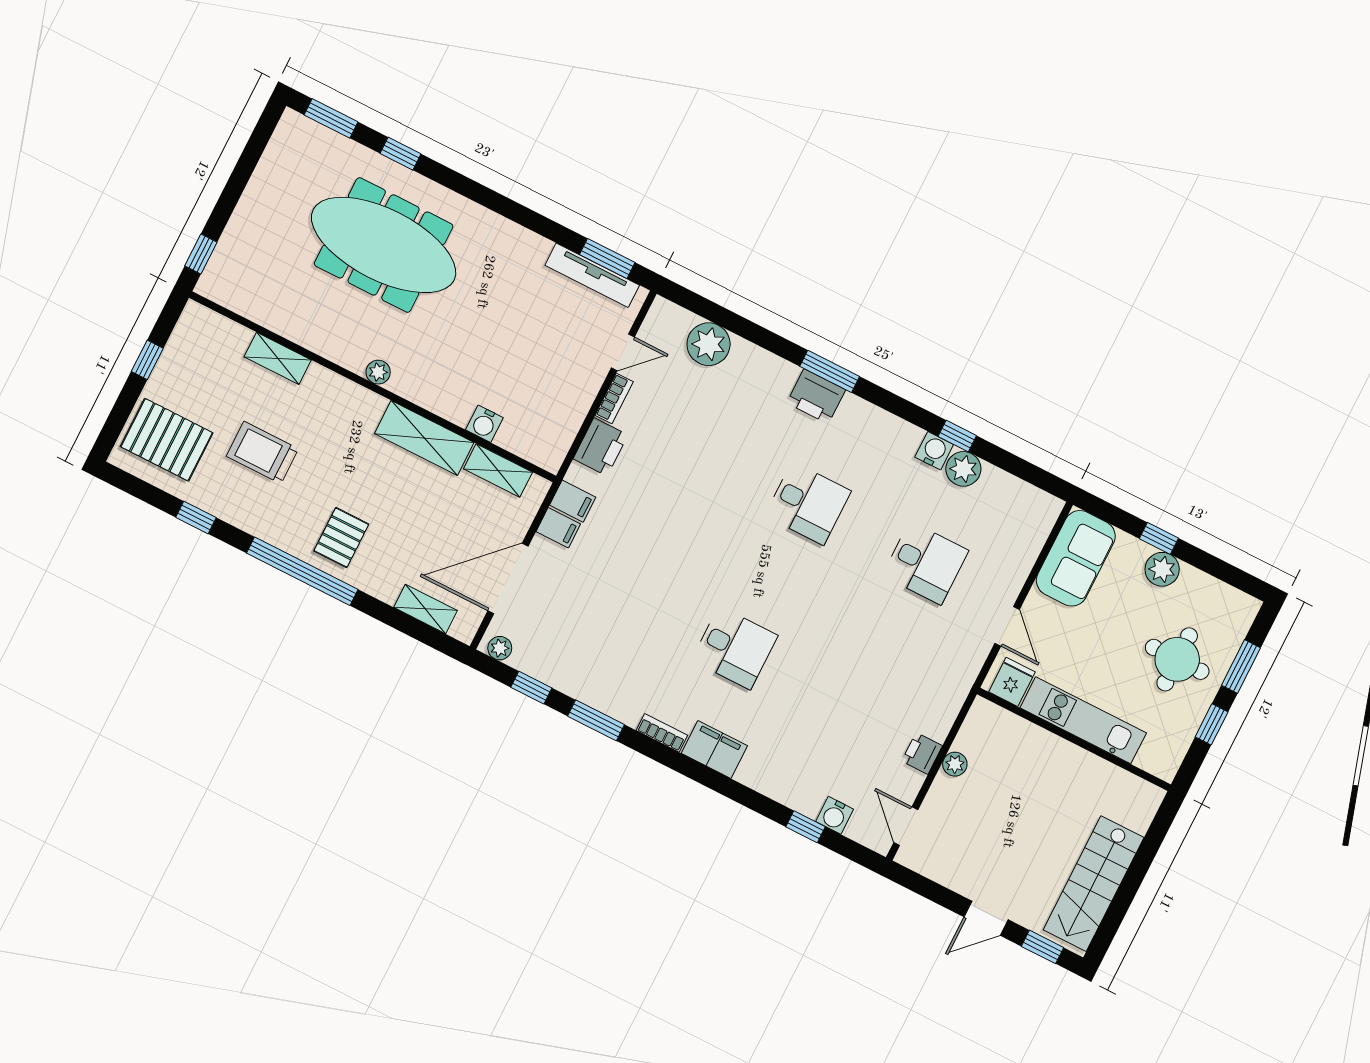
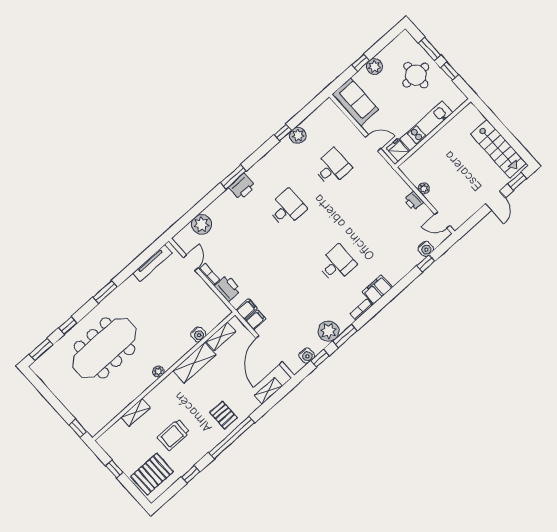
window: (607, 259) -> (105, 292), moved
water cooler: (934, 451) -> (307, 356), moved, turned 180
plant: (500, 648) -> (329, 331), moved, width x1.87, depth x1.87

